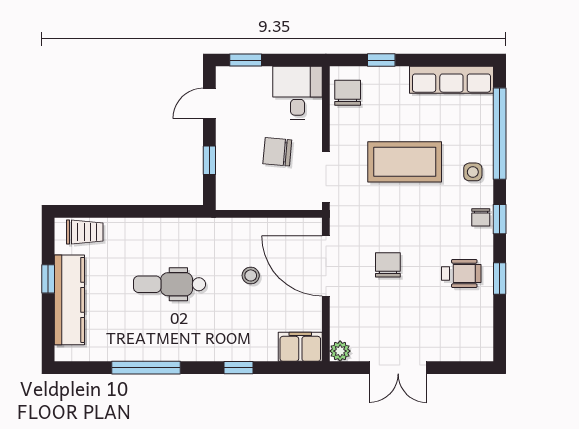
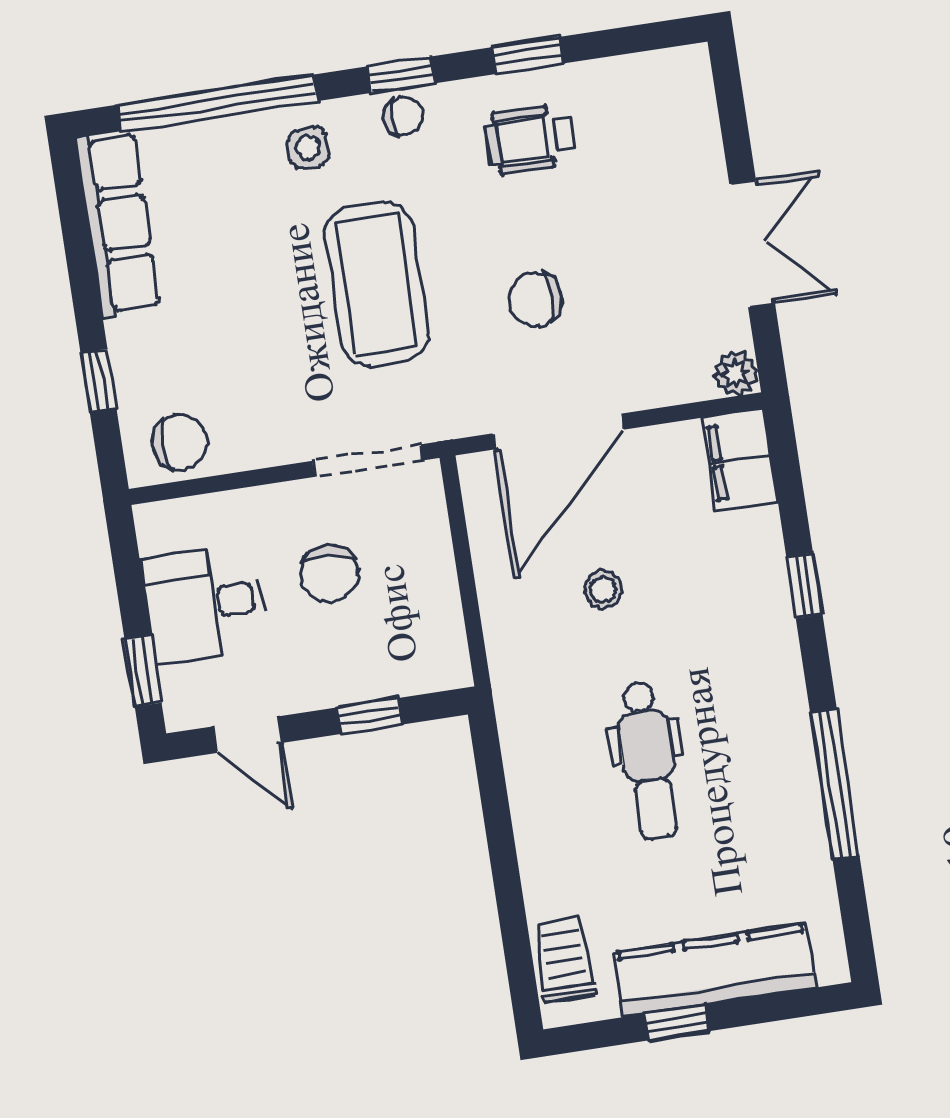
desk: (298, 93) -> (205, 604), moved
chair: (348, 93) -> (180, 442), turned 180
coffee table: (405, 162) -> (377, 284), moved
wheelchair: (461, 273) -> (530, 139), turned -90

